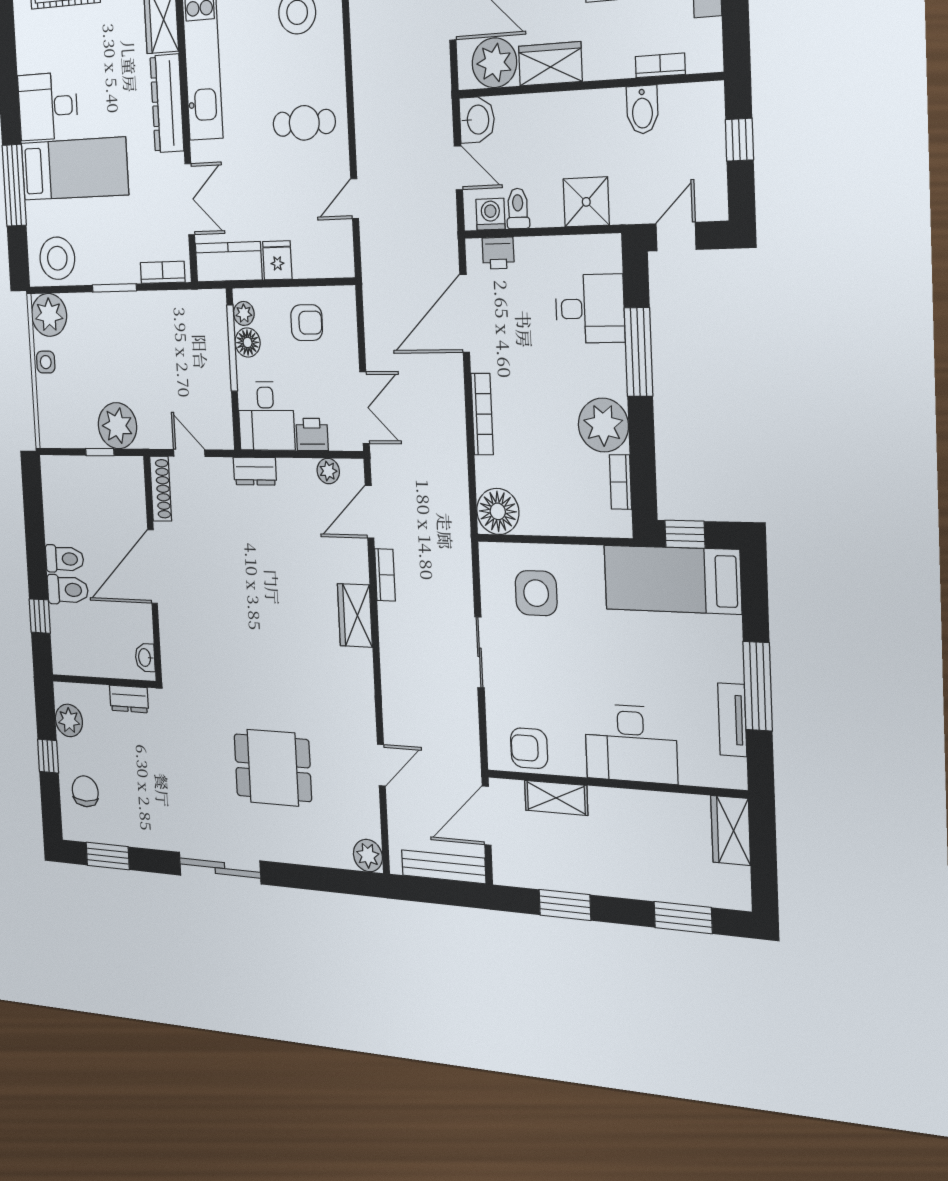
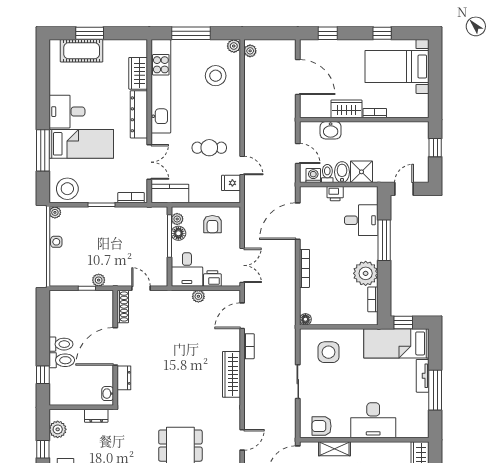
plant: (494, 63) -> (319, 106), removed
bookcase: (660, 65) -> (375, 113), moved
bidet: (642, 110) -> (342, 172), moved, turned 180
washbasin: (477, 120) -> (331, 130), moved, turned 90
cafe table: (304, 123) -> (209, 148), moved
door: (355, 199) -> (242, 165), swing flipped
printer: (498, 253) -> (335, 194), moved
fridge: (277, 260) -> (231, 183), moved, turned -90
plant: (49, 315) -> (55, 212), width x0.53, depth x0.53
armchair: (307, 323) -> (212, 224), turned 90
plant: (117, 426) -> (99, 280), width x0.53, depth x0.53
dresser: (255, 471) -> (124, 378), moved, turned -90
plant: (328, 471) -> (198, 296), moved
floor lamp: (498, 511) -> (305, 319), width x0.53, depth x0.53
wardrobe: (355, 615) -> (231, 374), width x1.50
tv unit: (732, 720) -> (423, 376), moved

